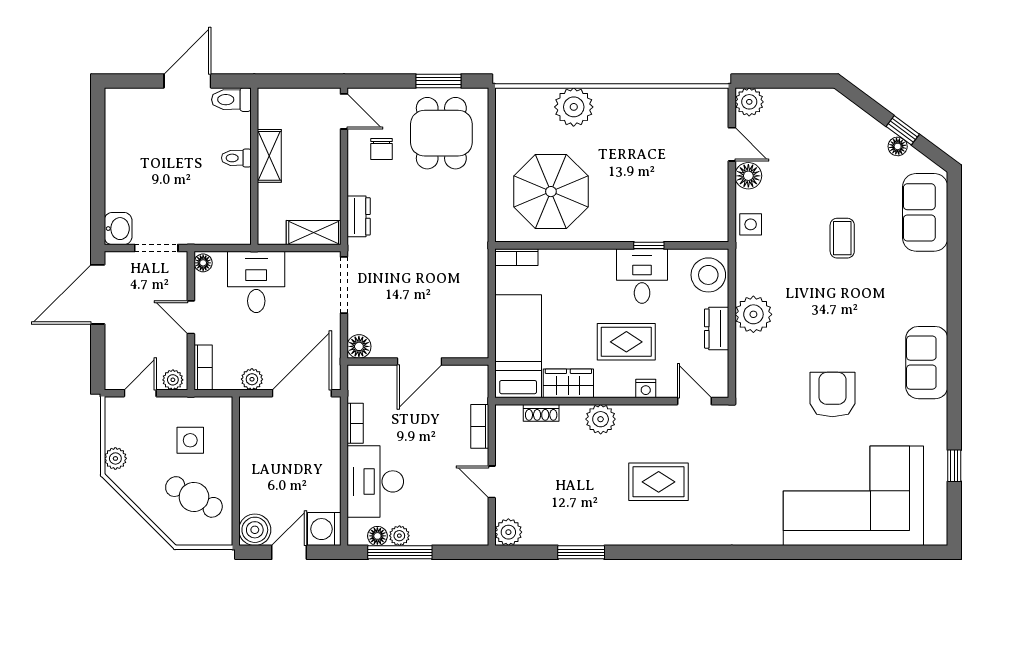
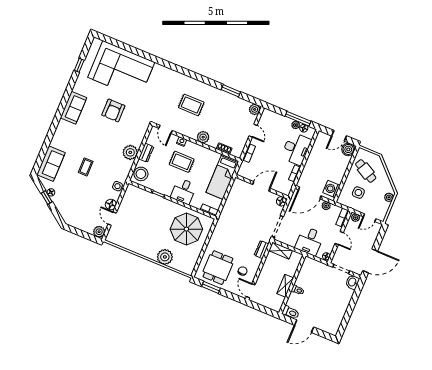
desk: (642, 276) -> (184, 191), moved
wardrobe: (568, 383) -> (209, 155), removed
washing machine: (324, 529) -> (331, 189), moved, turned 180

